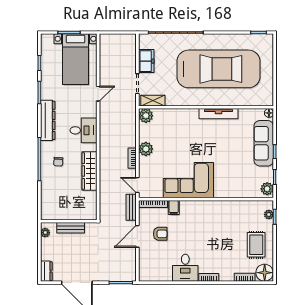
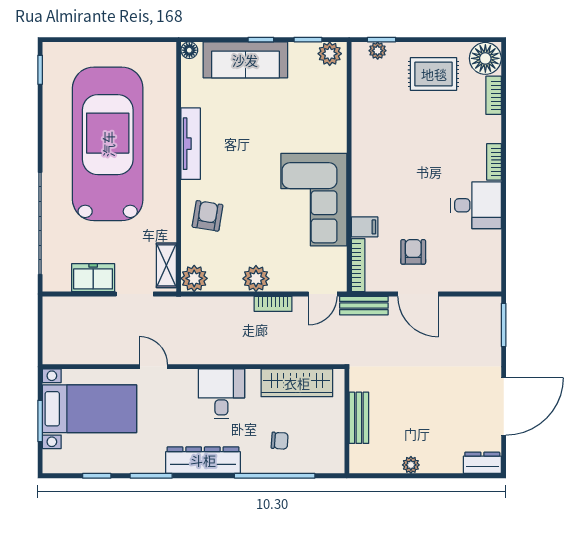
armchair: (180, 123) -> (208, 216), added
wall: (69, 221) -> (347, 421), moved
bench: (71, 228) -> (359, 418), moved

